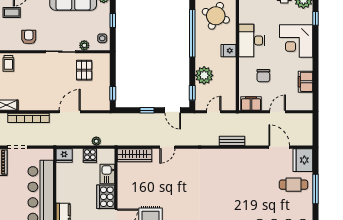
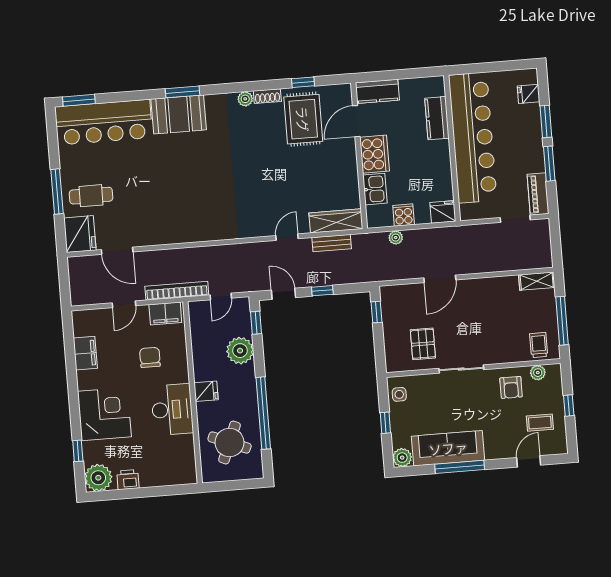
plant: (84, 45) -> (538, 373), moved
bookcase: (29, 118) -> (177, 291), moved
bench: (232, 141) -> (332, 243), moved

